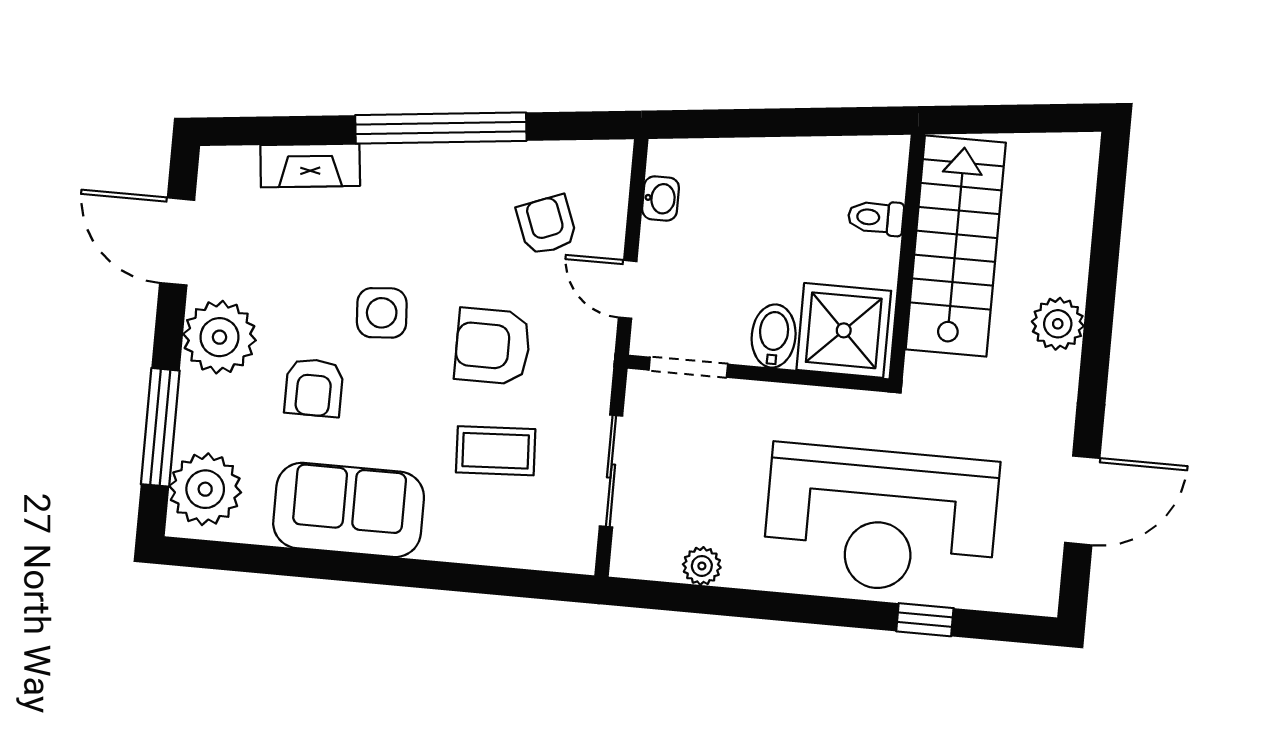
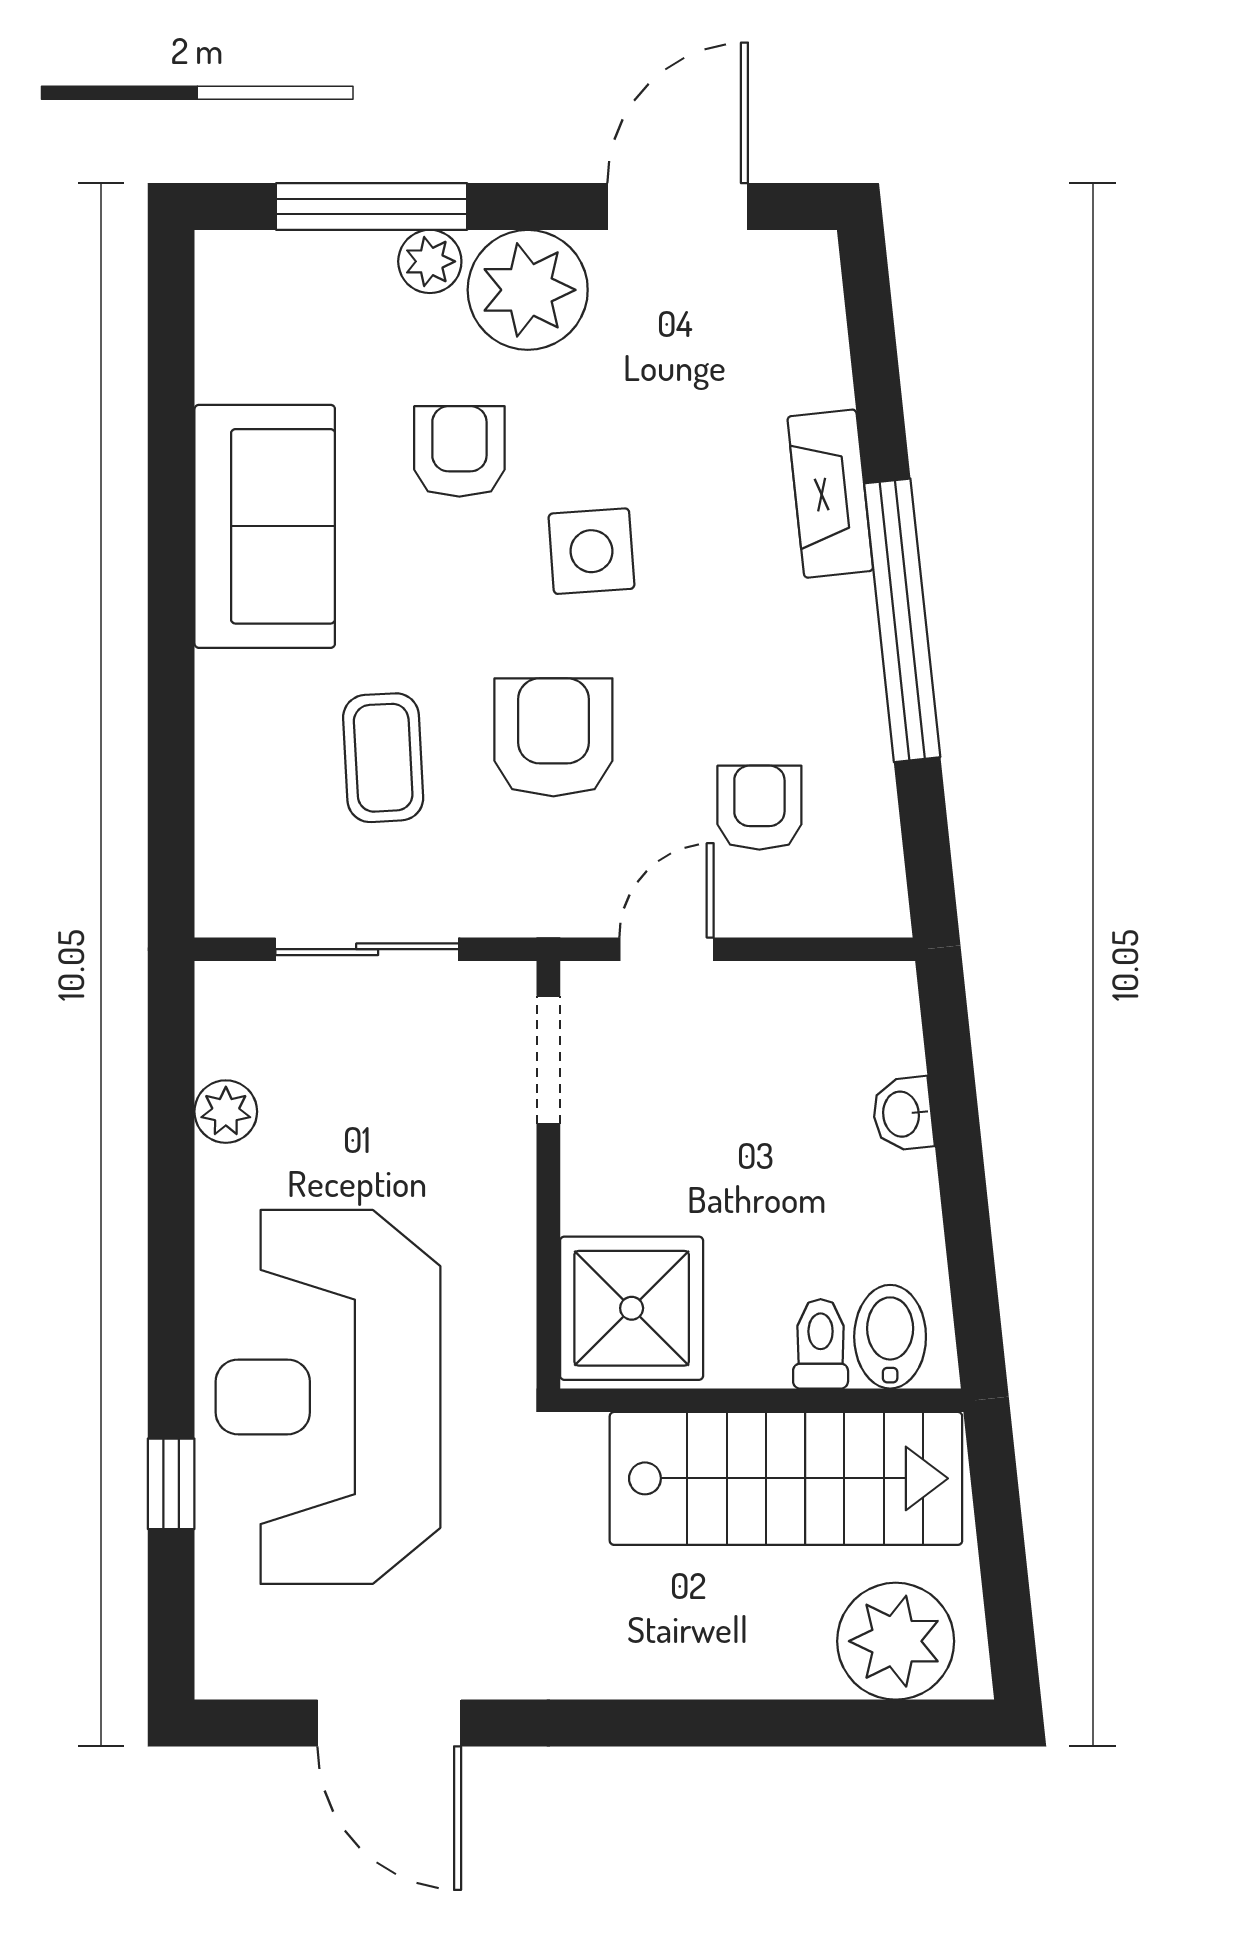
fireplace: (310, 165) -> (830, 494), moved
washbasin: (661, 199) -> (903, 1114), moved, turned 84
armchair: (547, 225) -> (759, 808), turned -69
plant: (1058, 324) -> (896, 1641), moved, width x1.36, depth x1.36
bidet: (774, 336) -> (890, 1337), moved, turned -90
armchair: (314, 388) -> (459, 451), turned 90
plant: (205, 489) -> (430, 261), moved, width x0.53, depth x0.53

